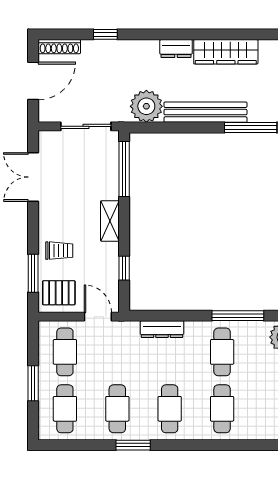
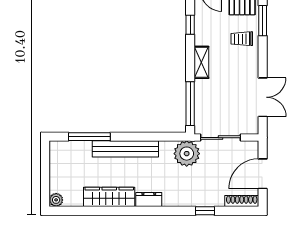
plant: (146, 106) -> (187, 154), moved

